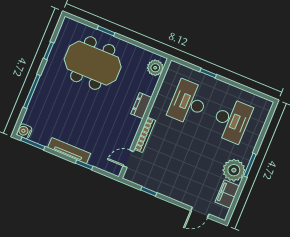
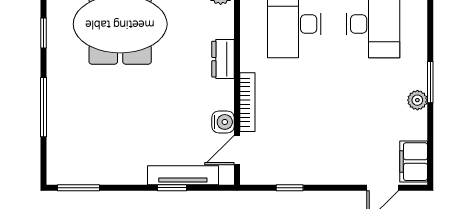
water cooler: (24, 131) -> (223, 122), moved, turned 180
tv unit: (69, 151) -> (183, 175), moved
plant: (234, 170) -> (417, 100), width x0.53, depth x0.53
filing cabinet: (227, 194) -> (414, 162), moved

